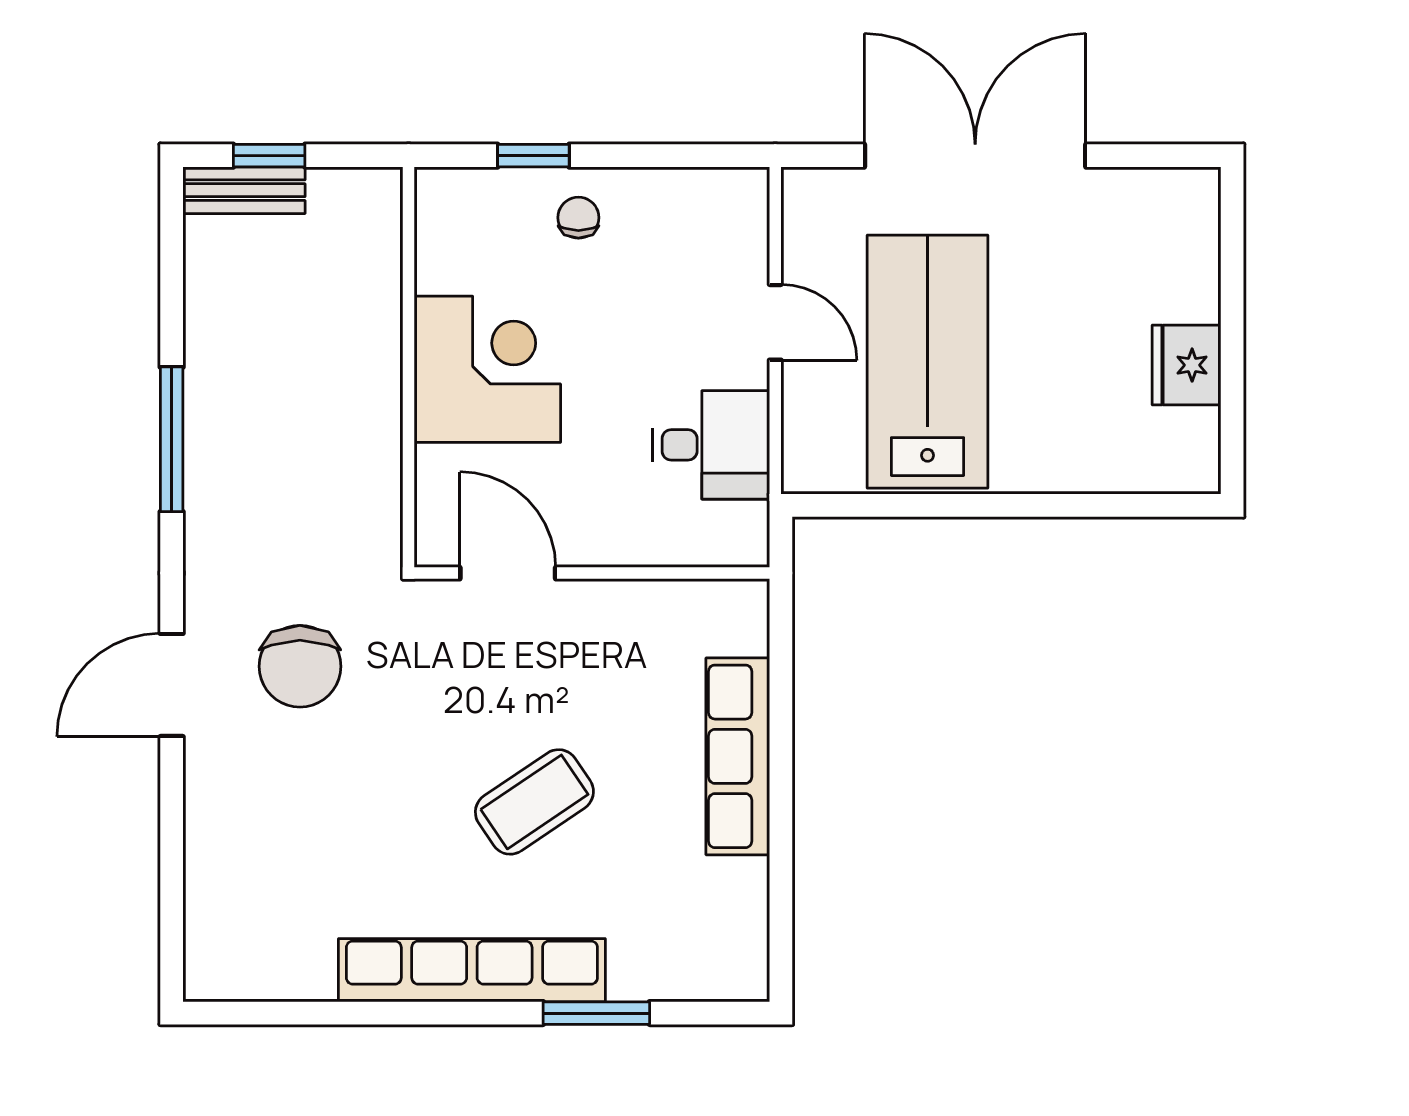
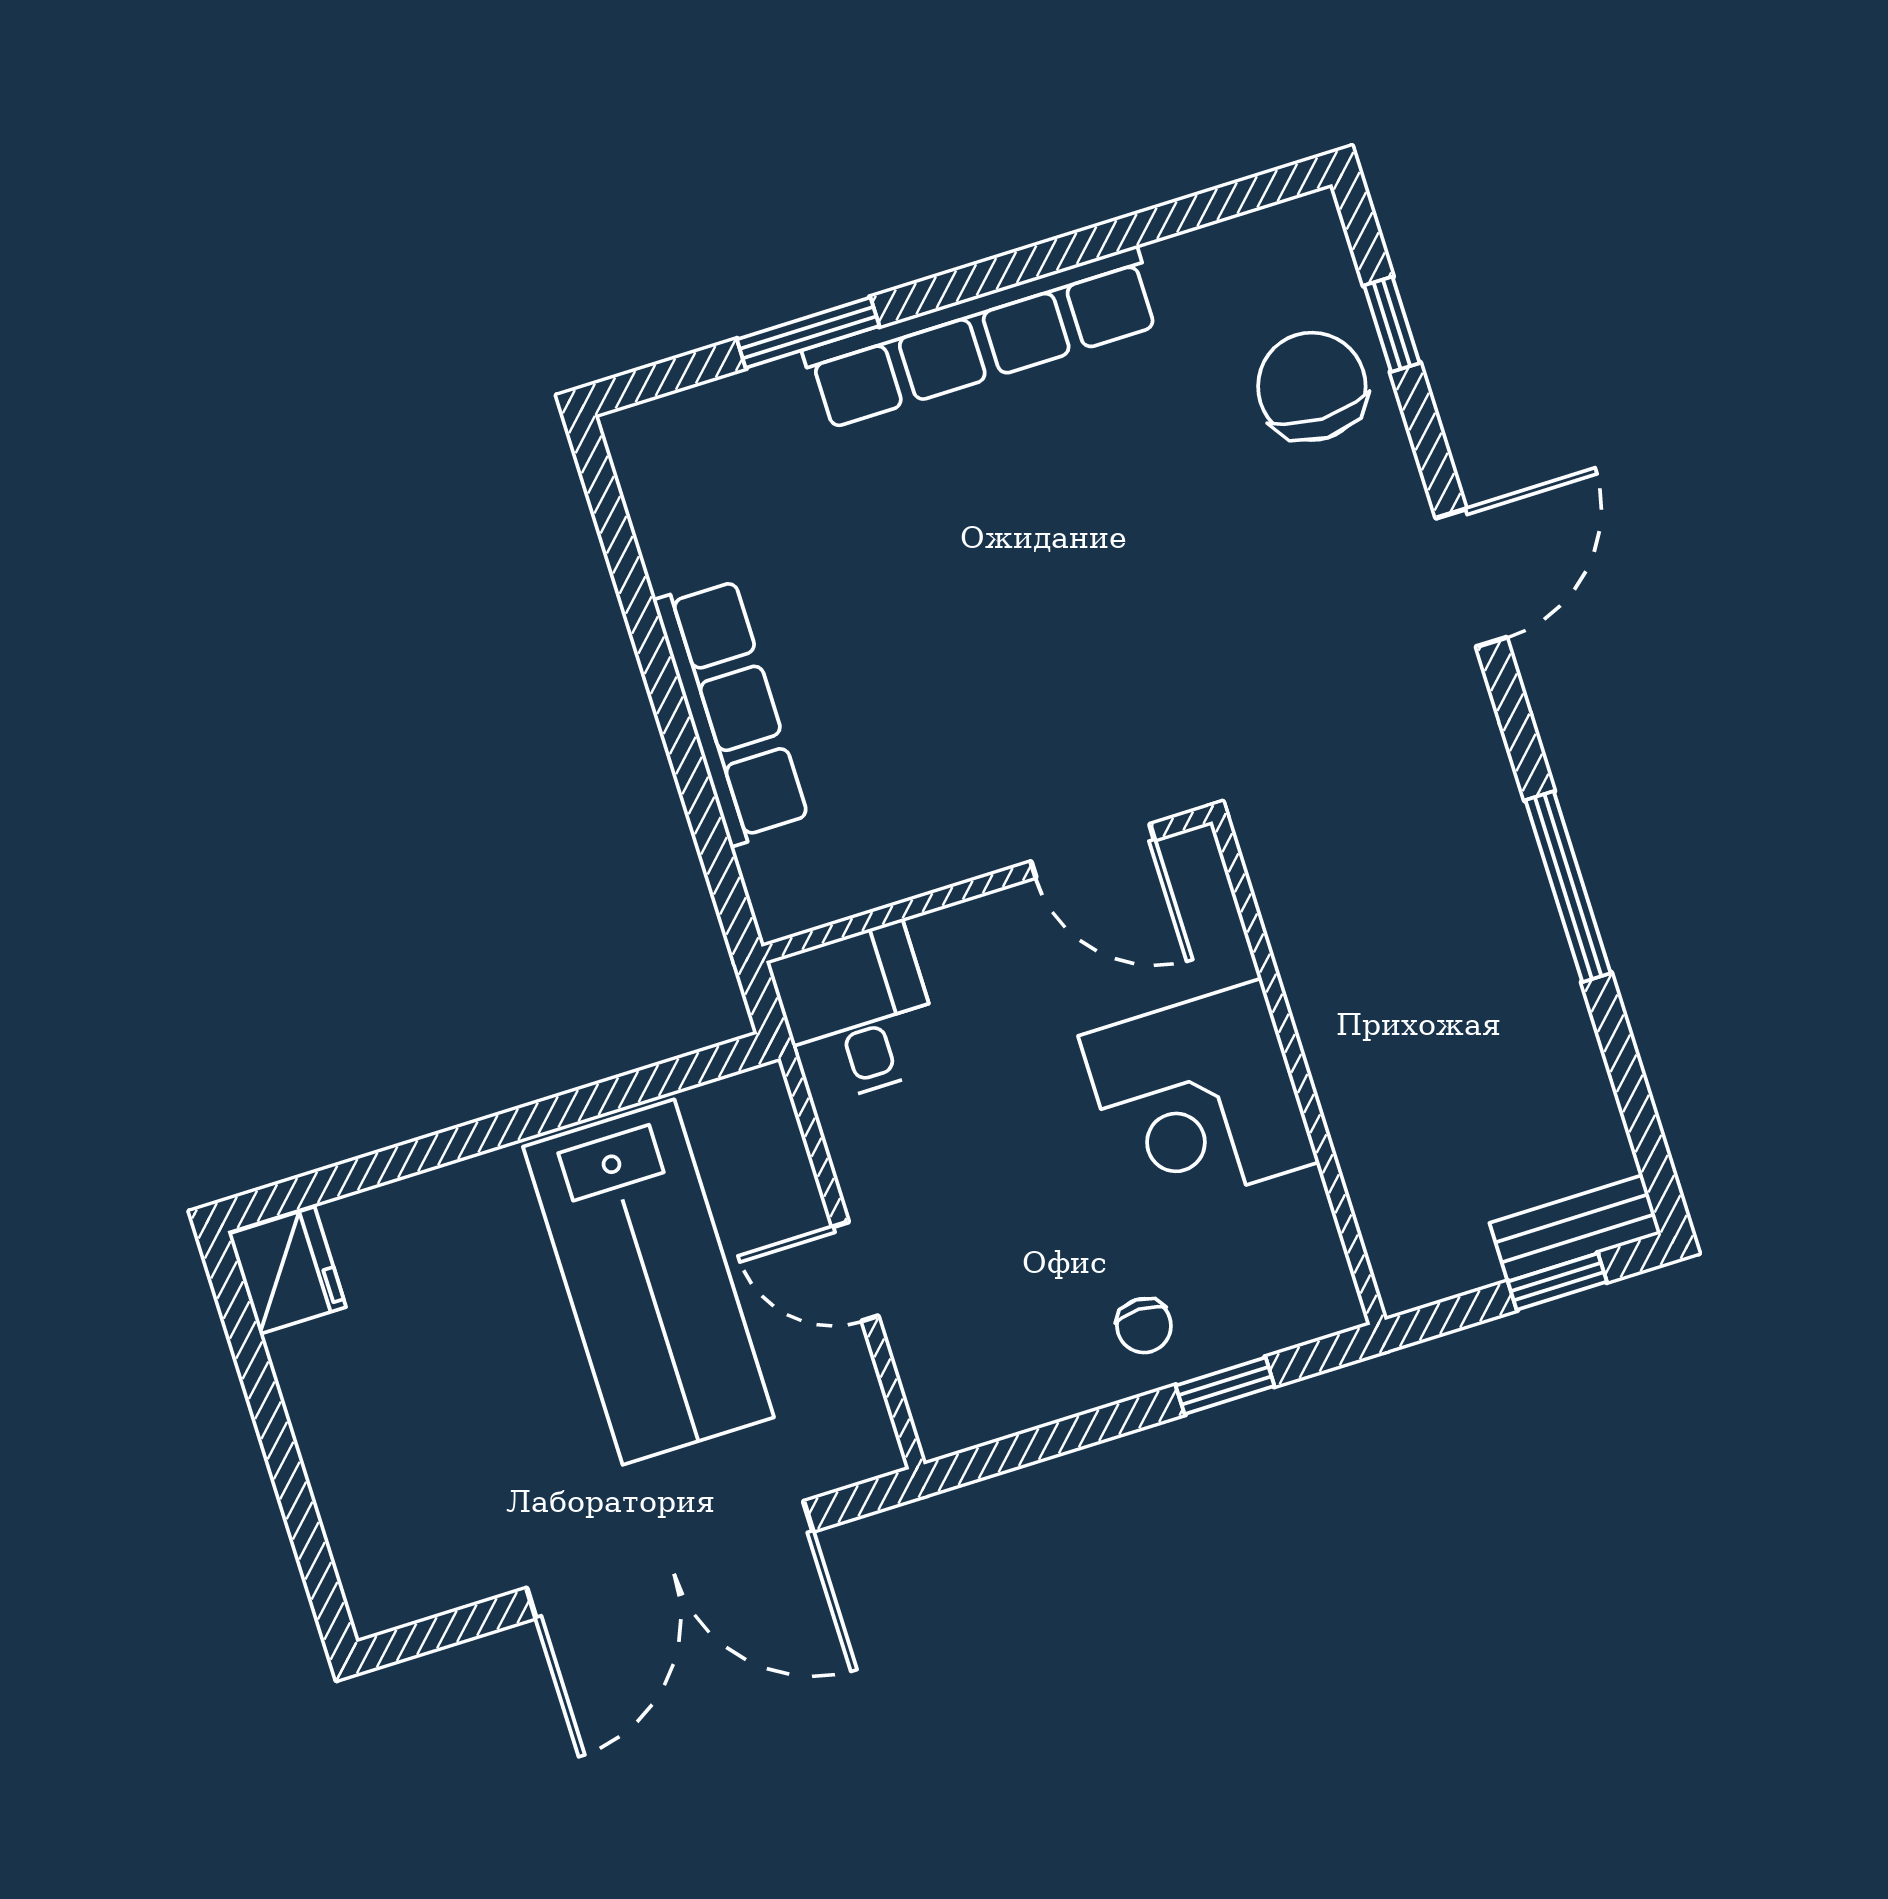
fridge: (1187, 365) -> (287, 1270), moved
desk: (711, 445) -> (857, 1013), moved, turned 90
chair: (300, 666) -> (1312, 386), moved
coffee table: (534, 802) -> (969, 574), removed
window: (172, 887) -> (1392, 324), added

